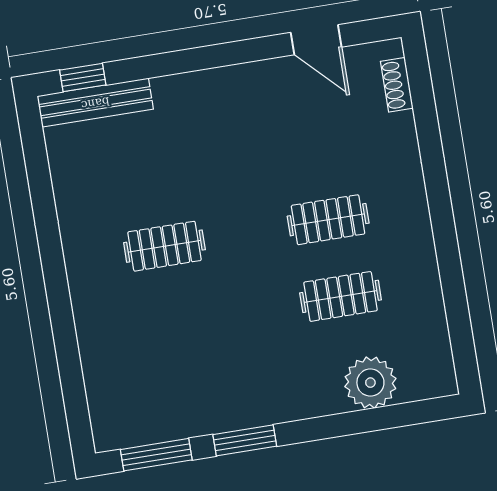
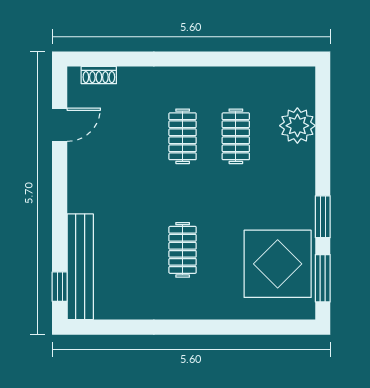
bench: (95, 103) -> (80, 267), width x1.37, depth x1.21
display table: (166, 386) -> (278, 264), added

